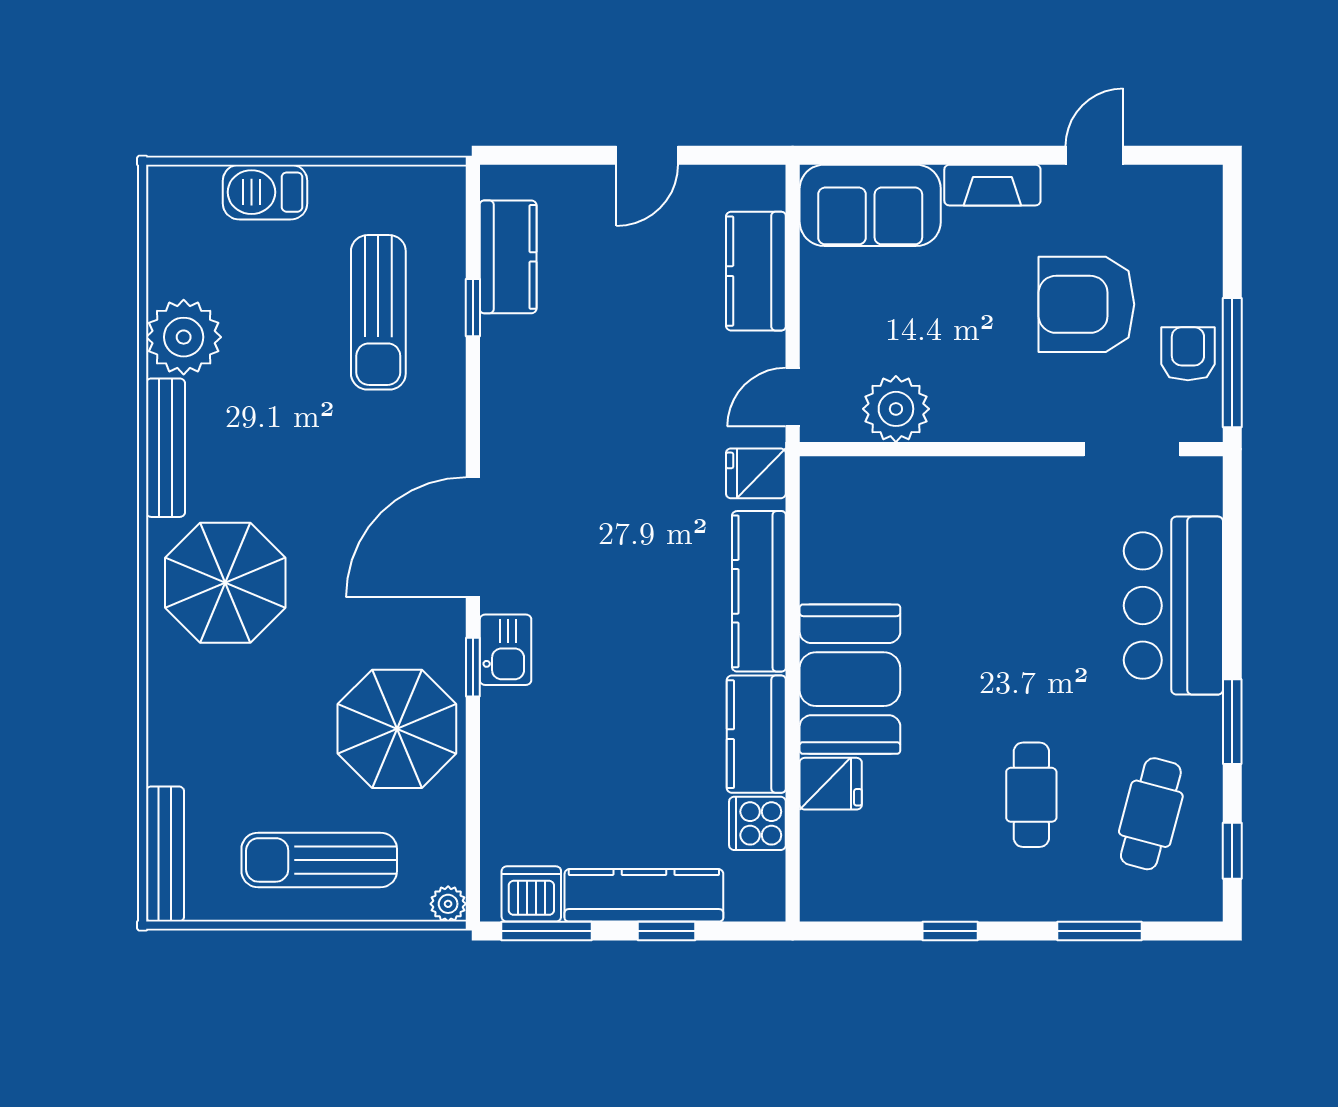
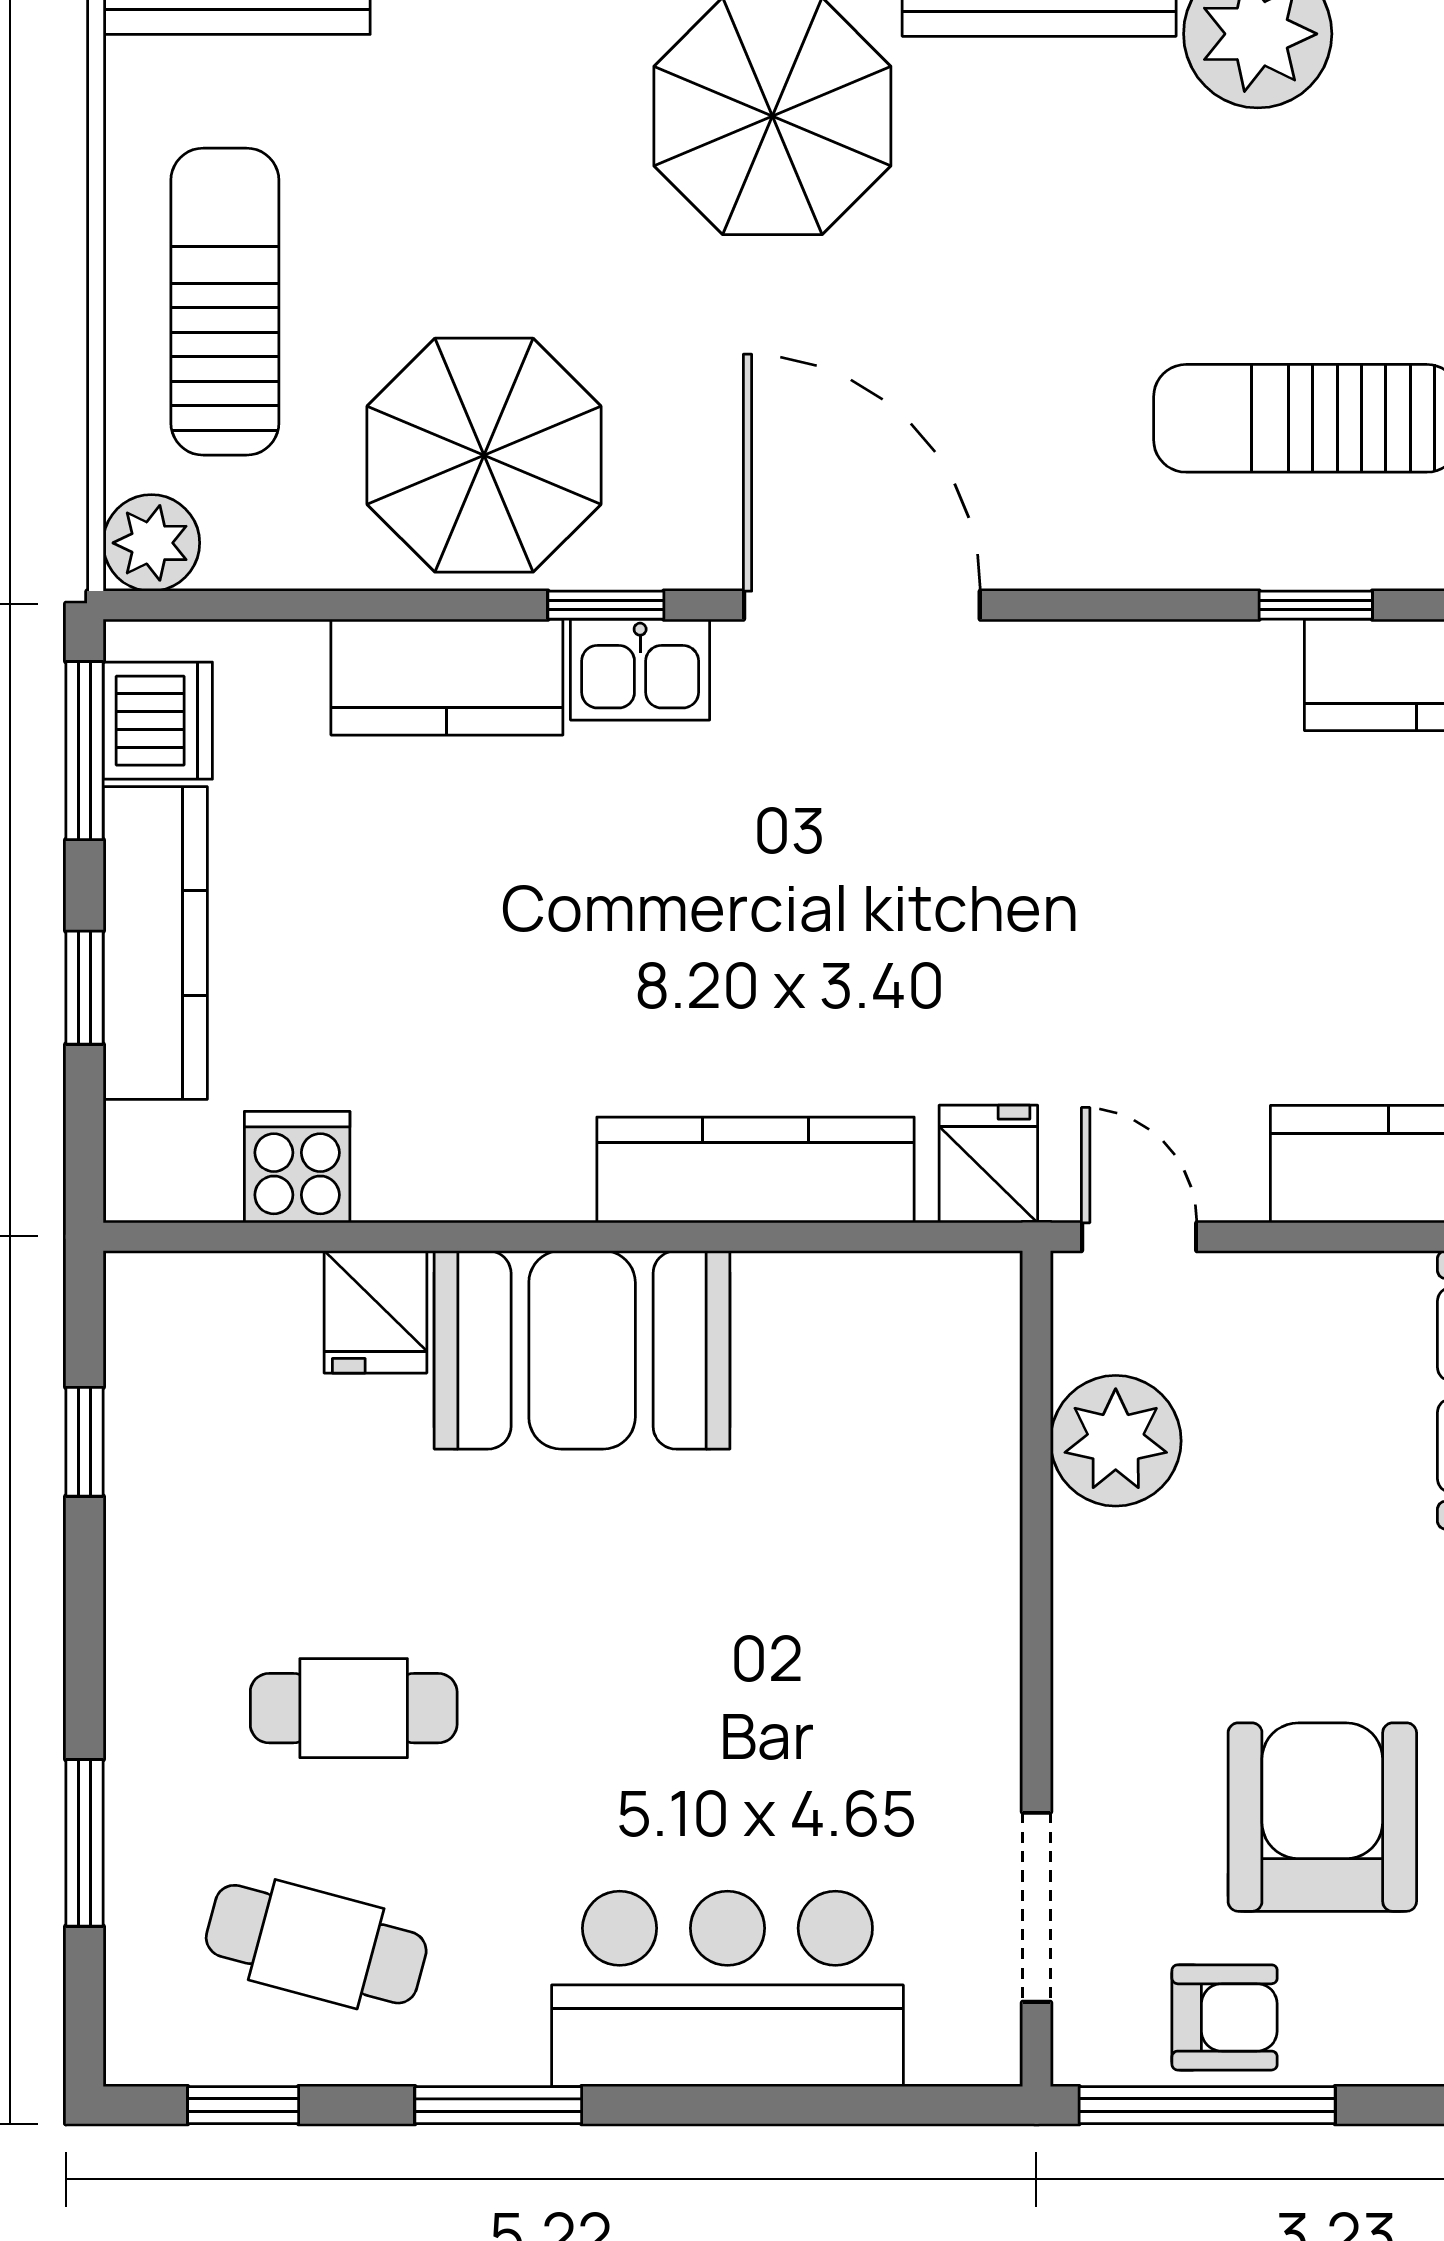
kitchen counter: (756, 734) -> (447, 677), moved, turned 180
plant: (448, 904) -> (151, 543), width x1.38, depth x1.38
window: (950, 931) -> (84, 1442), moved

